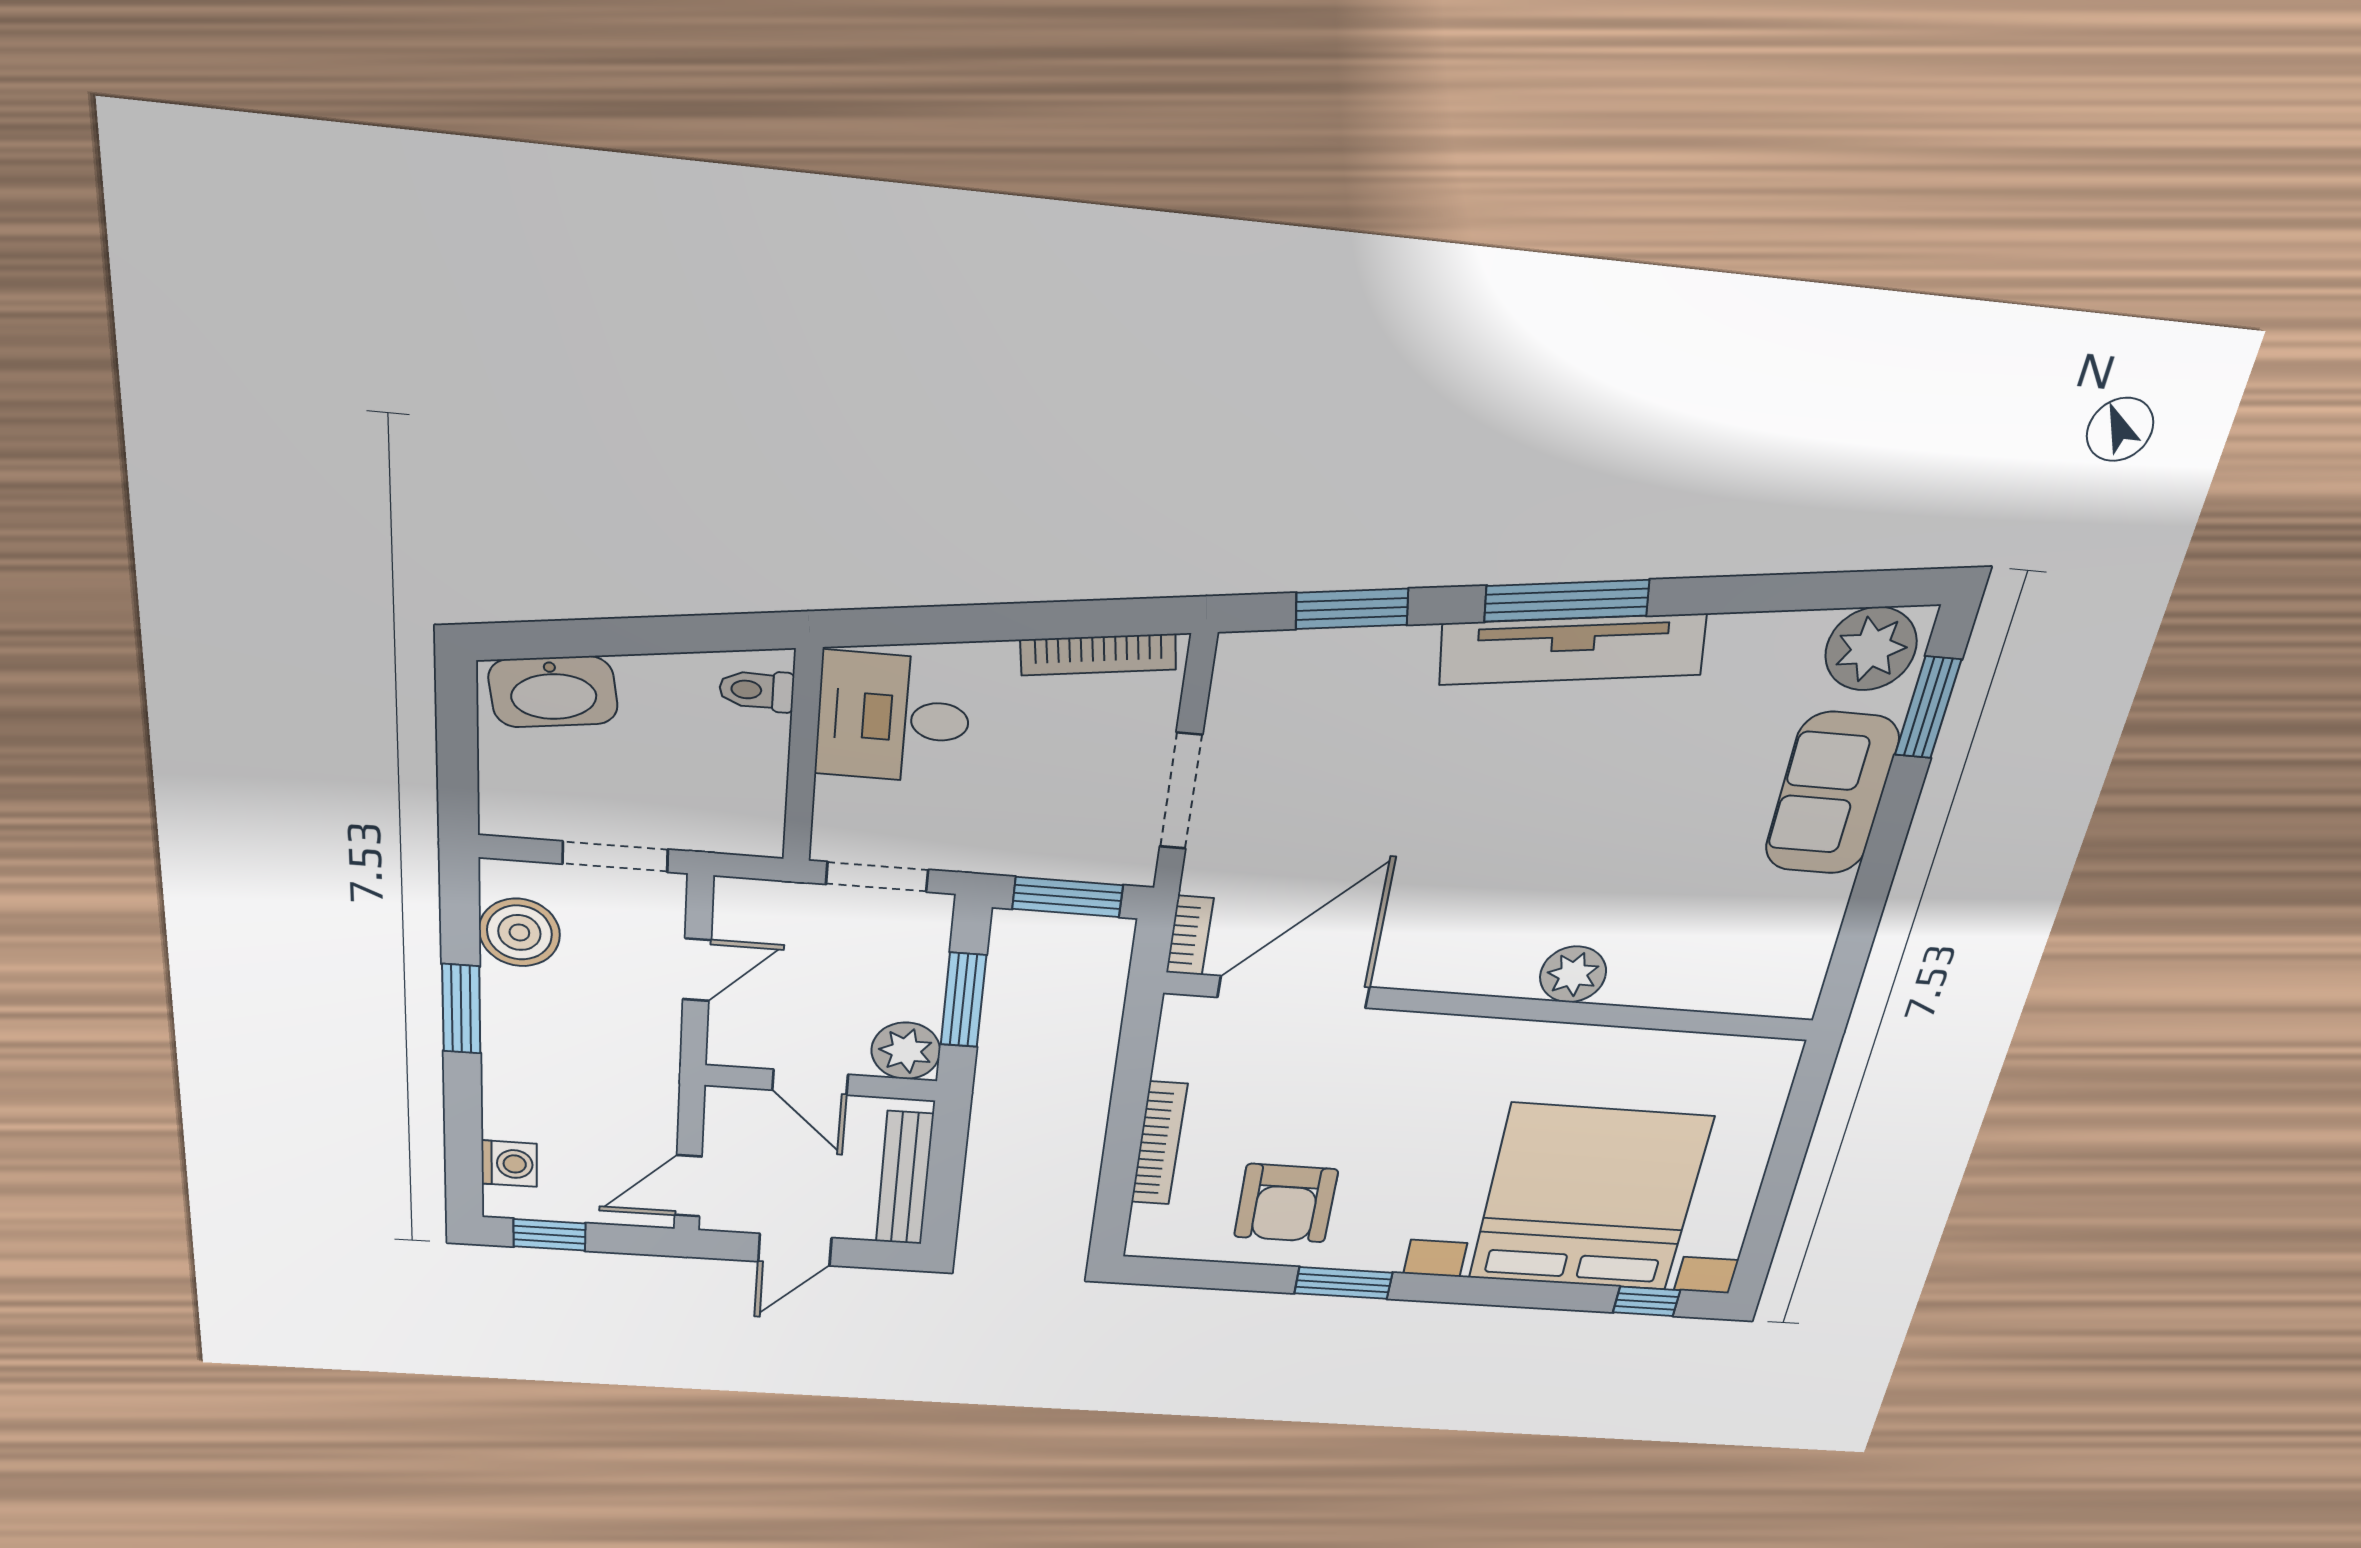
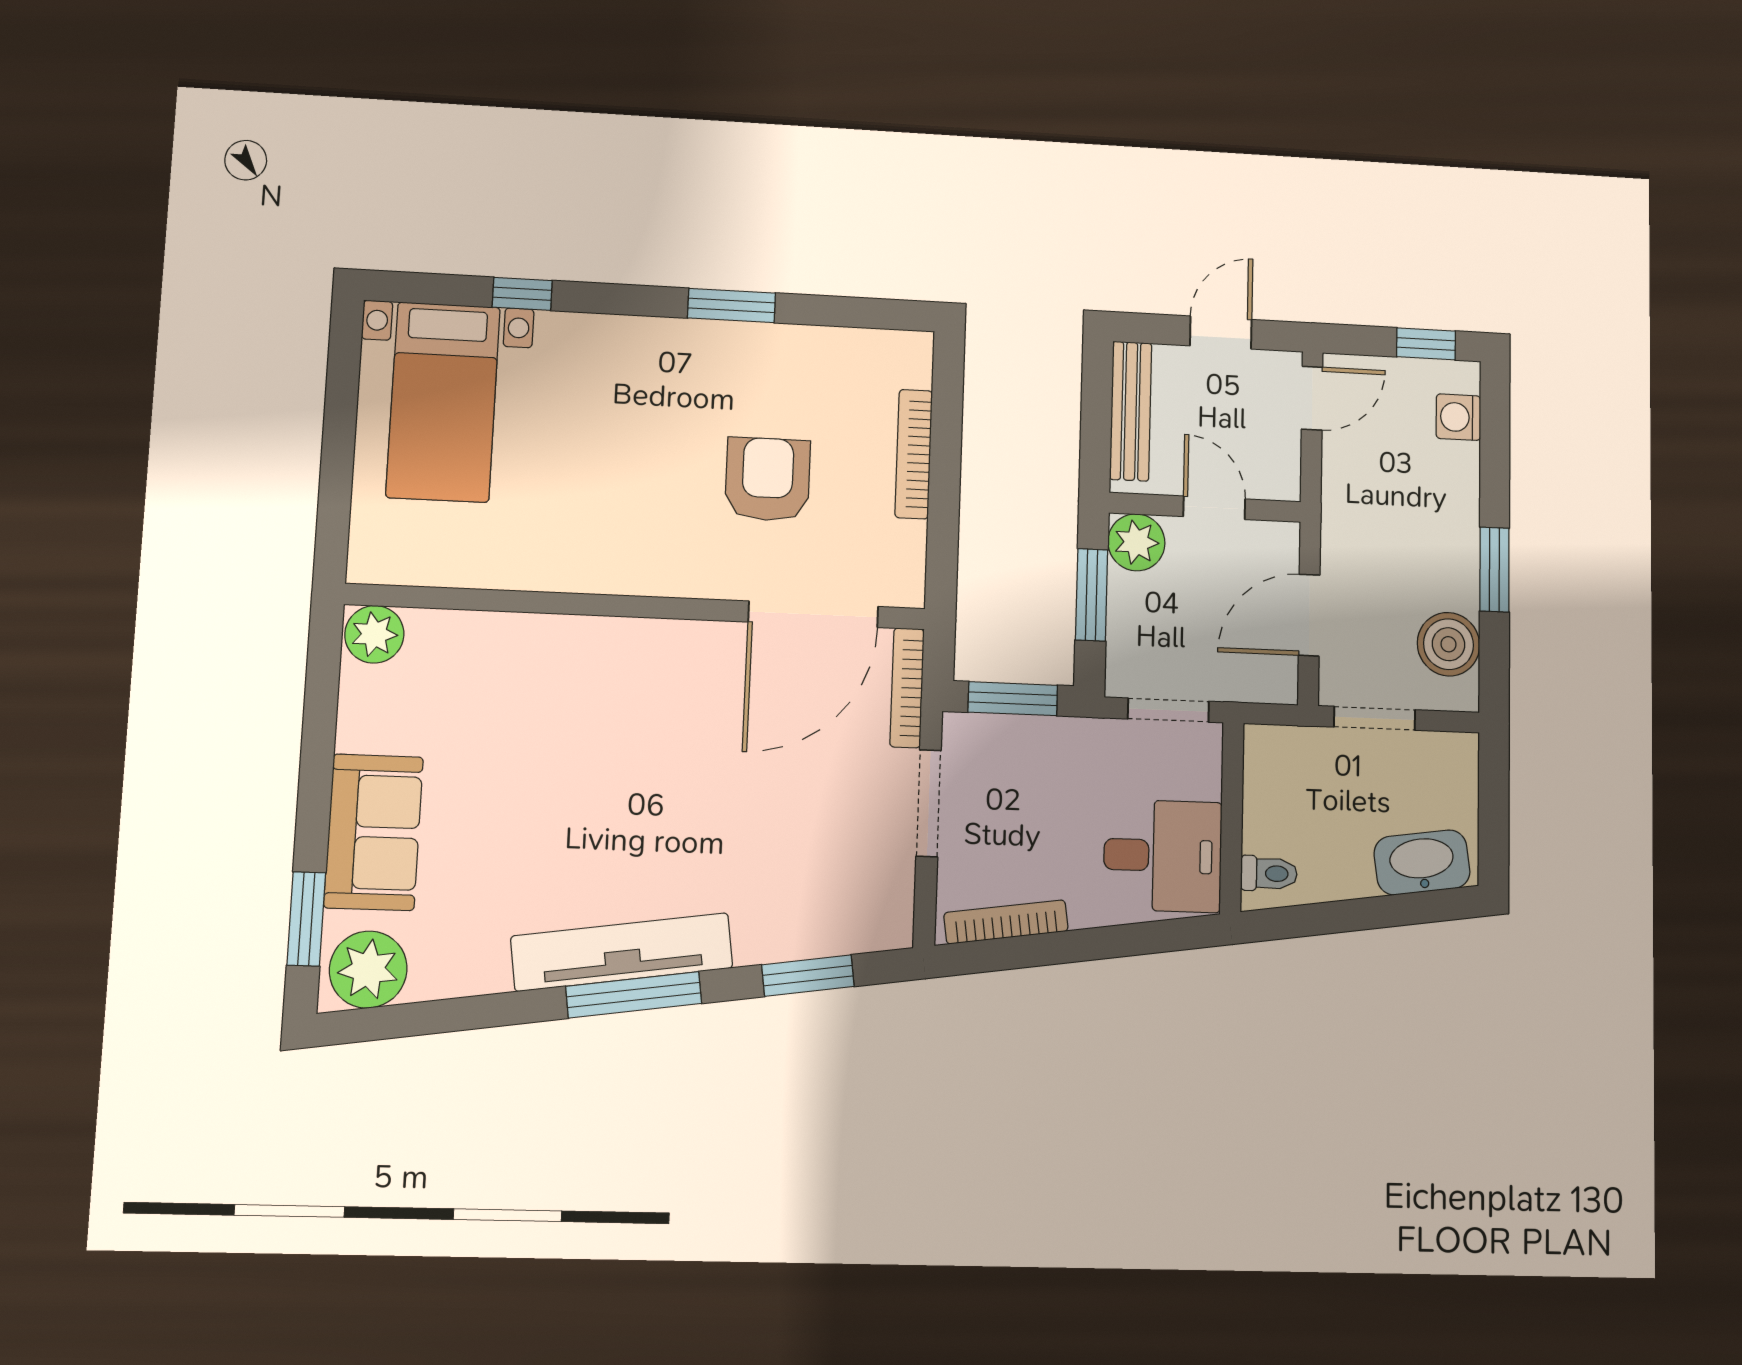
bookcase: (1190, 935) -> (907, 688), width x1.56
door: (697, 970) -> (1309, 615), width x1.38
plant: (1573, 974) -> (374, 634), moved
bed with nightstands: (1590, 1198) -> (443, 402), width x0.54
armchair: (1286, 1203) -> (768, 479), moved
window: (1647, 1301) -> (522, 294), moved

